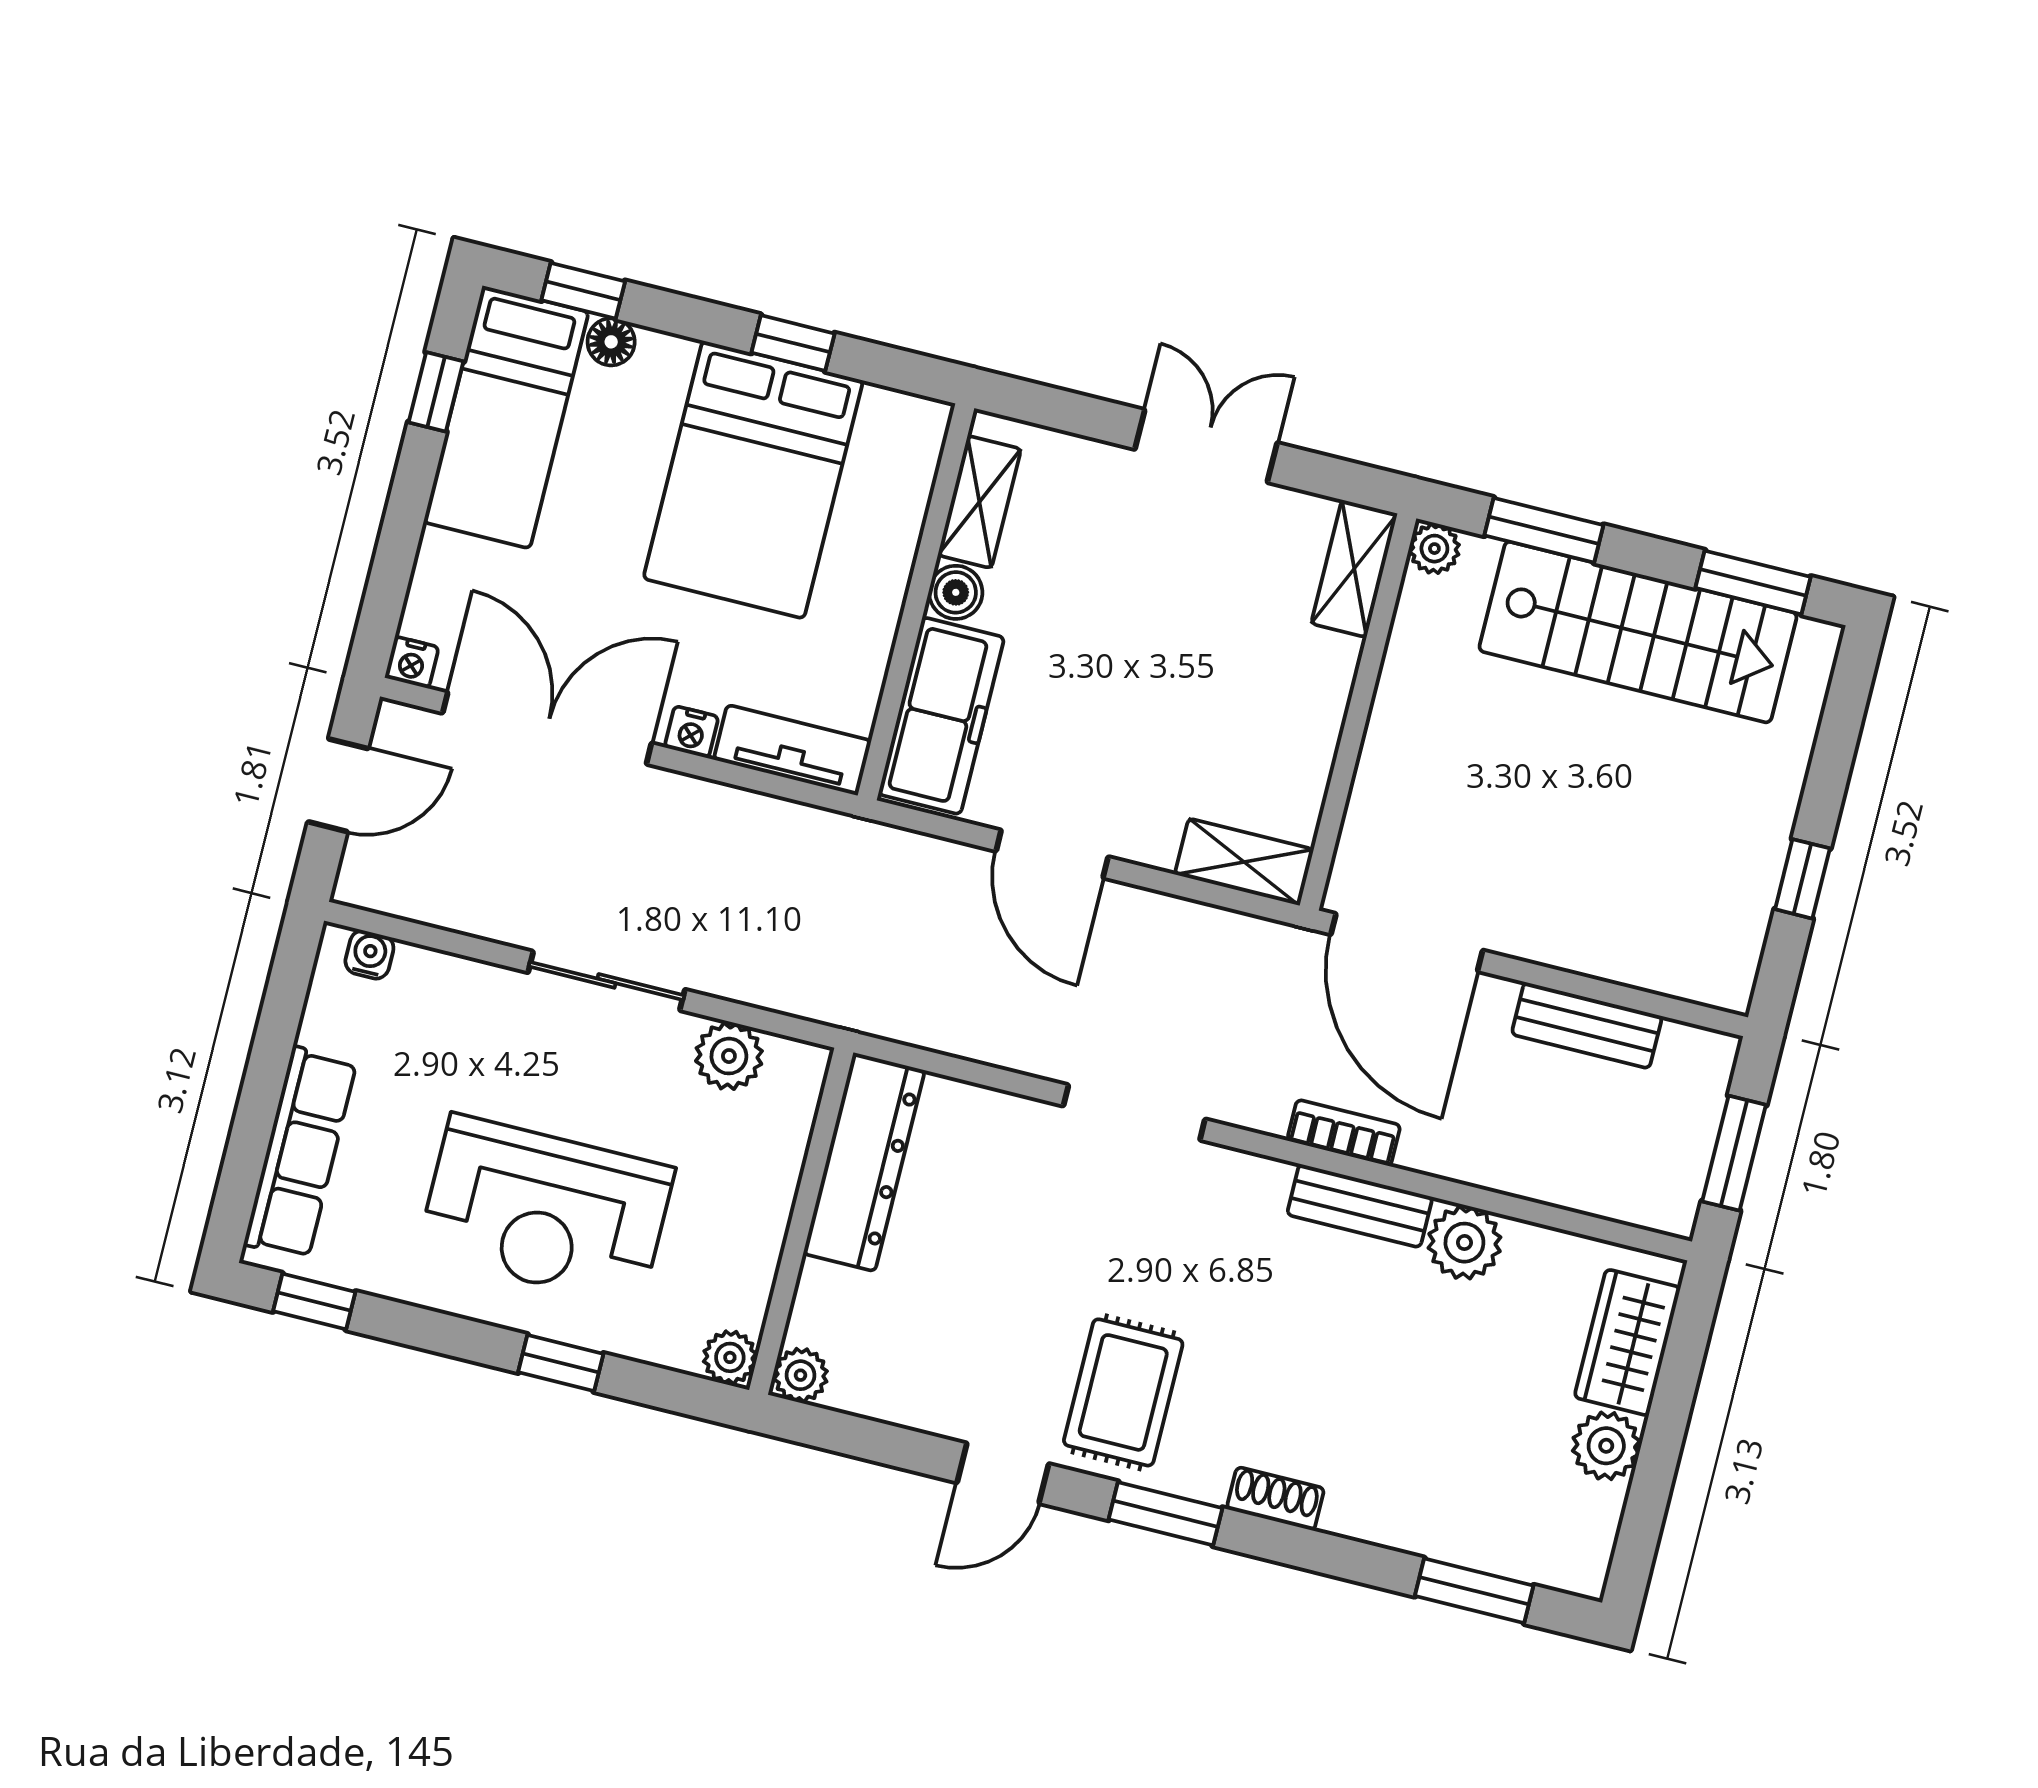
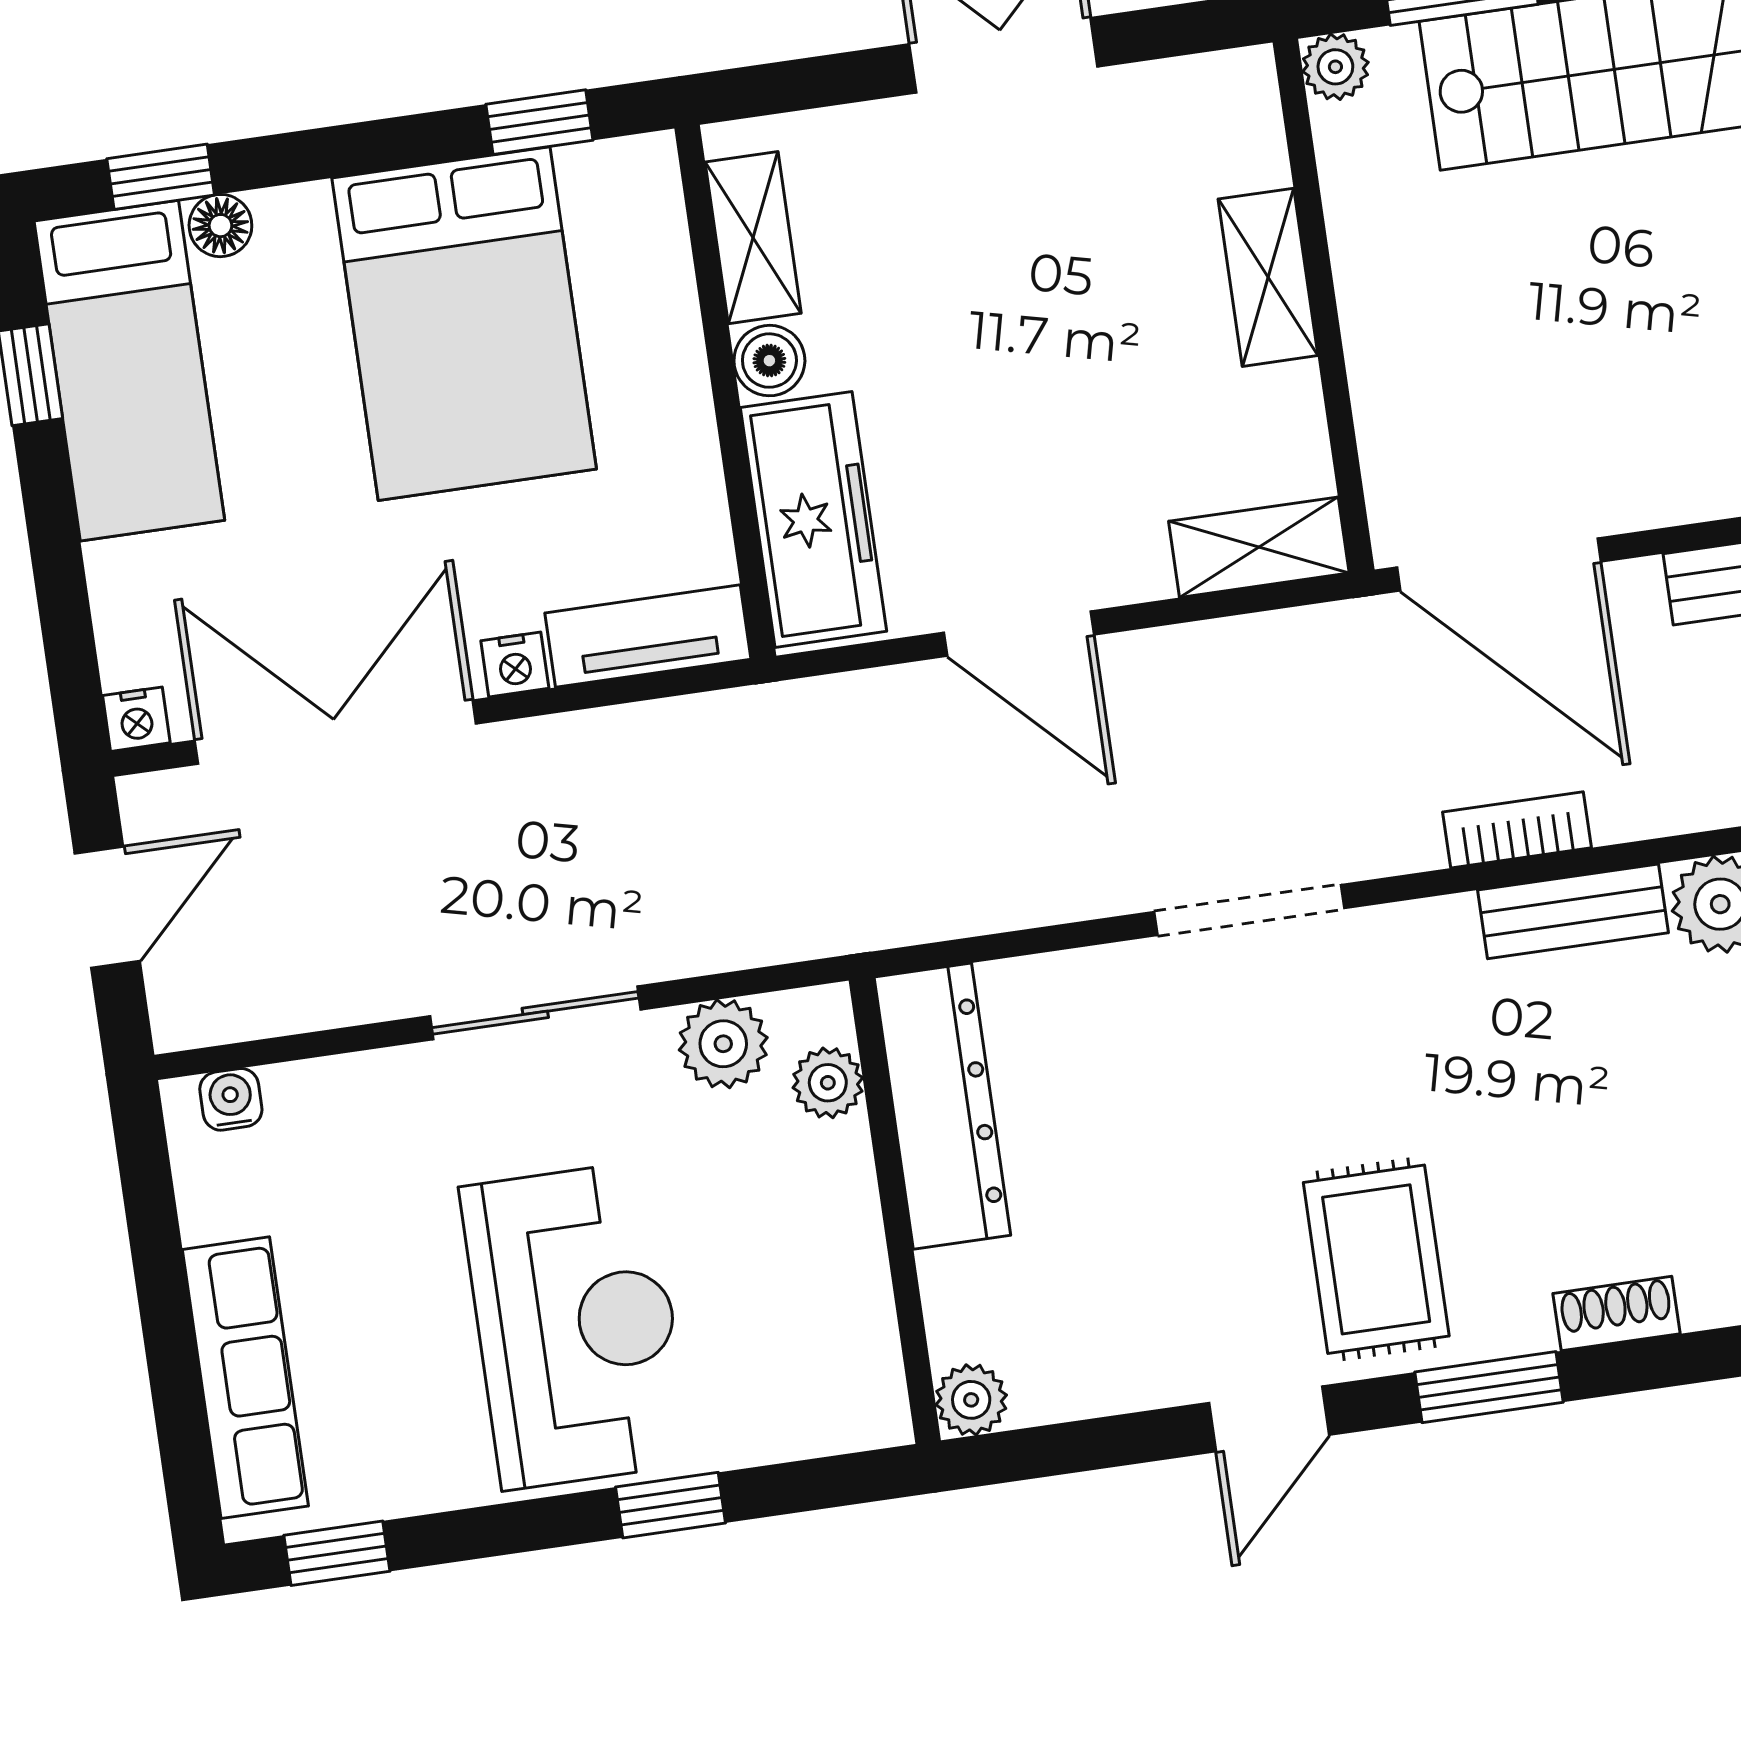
window: (793, 343) -> (539, 122), moved
shelving: (1354, 569) -> (1268, 277), moved
reception desk: (546, 1211) -> (576, 1325), turned -90
plant: (730, 1357) -> (828, 1083), moved

